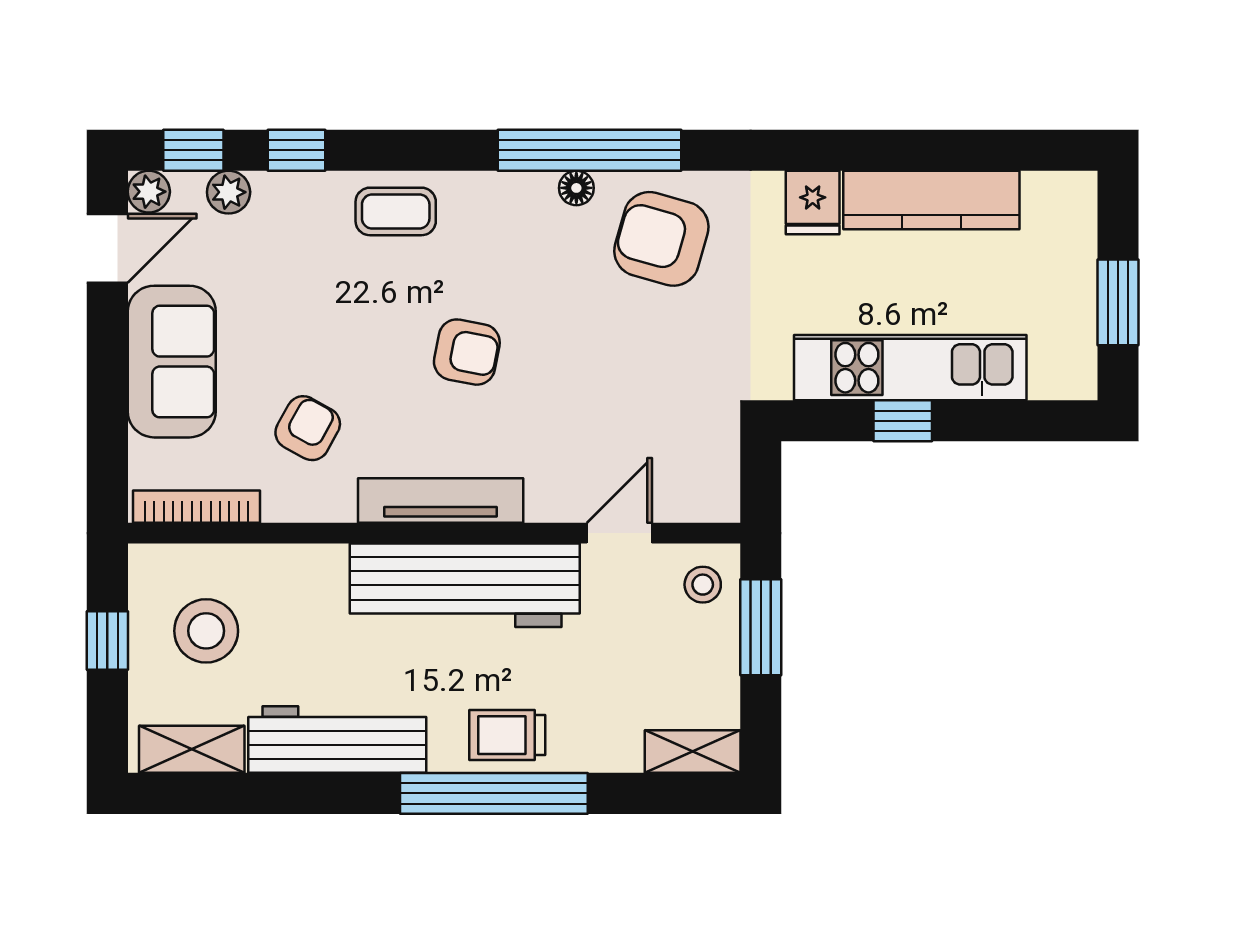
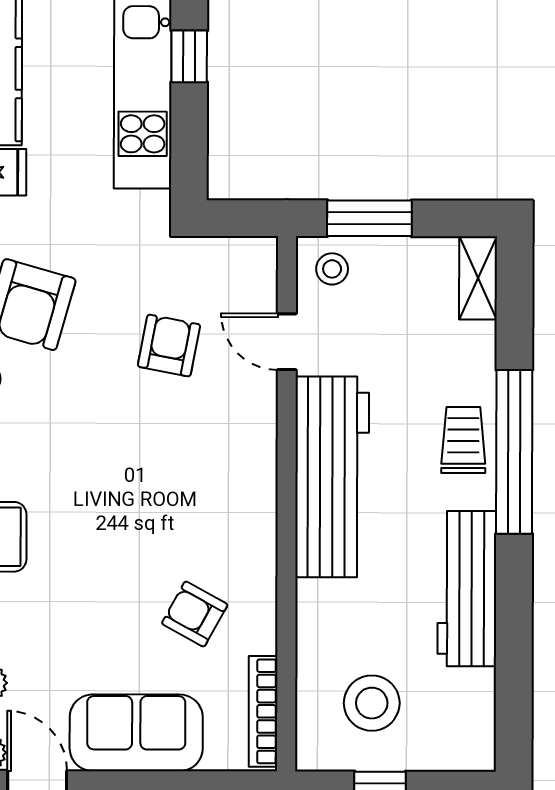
armchair: (467, 352) -> (169, 346), moved
window: (903, 421) -> (189, 56), moved
tv unit: (441, 501) -> (258, 498), removed
trolley: (507, 735) -> (463, 440), turned 180
shelving: (192, 749) -> (475, 716), removed

